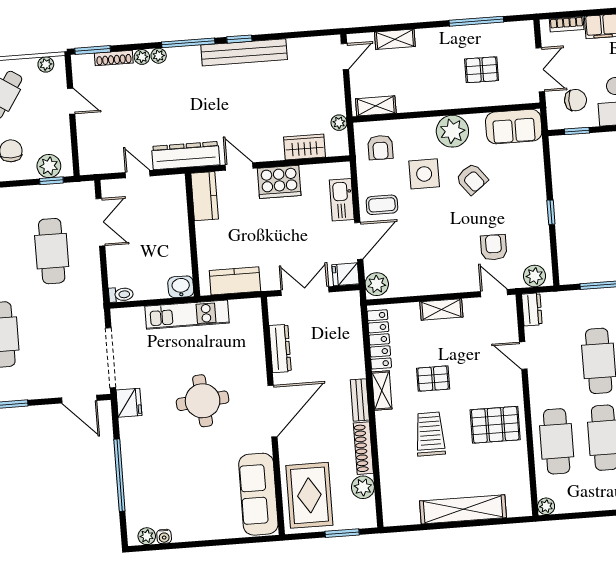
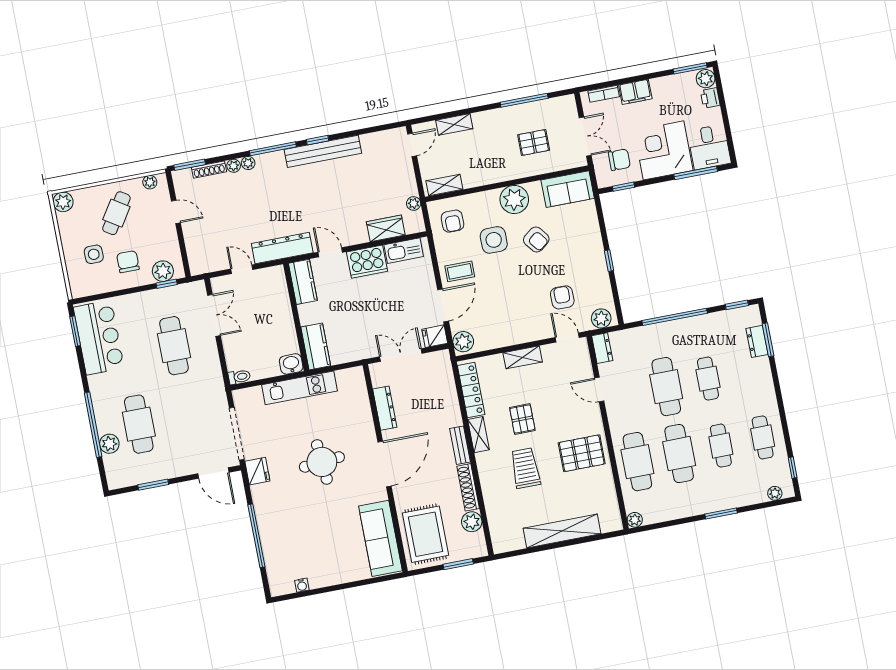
kitchen sink: (342, 200) -> (404, 251), moved, turned -90
kitchen counter: (235, 281) -> (316, 346), moved, turned 90
pallet: (433, 379) -> (522, 419), turned 90
plant: (147, 536) -> (287, 587), removed

